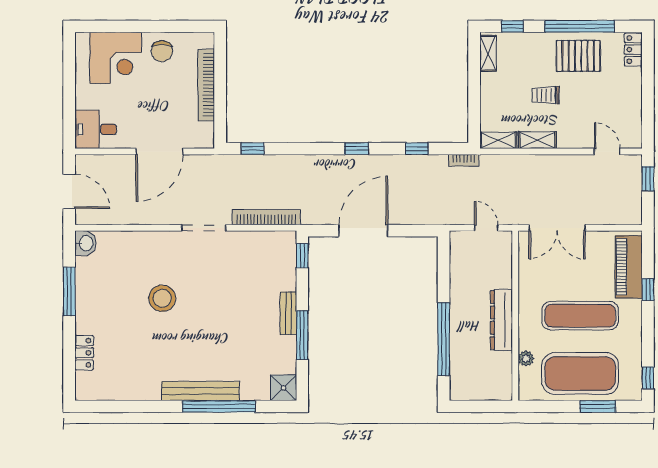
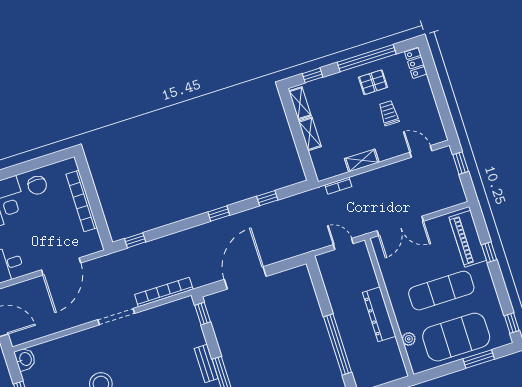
pallet: (578, 56) -> (373, 82), width x0.67, depth x0.71
trolley: (546, 95) -> (389, 113), moved, turned 90
shelving: (498, 140) -> (310, 134), moved, turned 90
bookcase: (463, 160) -> (338, 186), moved

